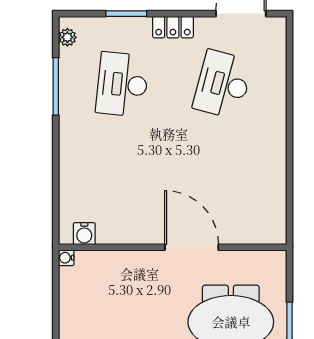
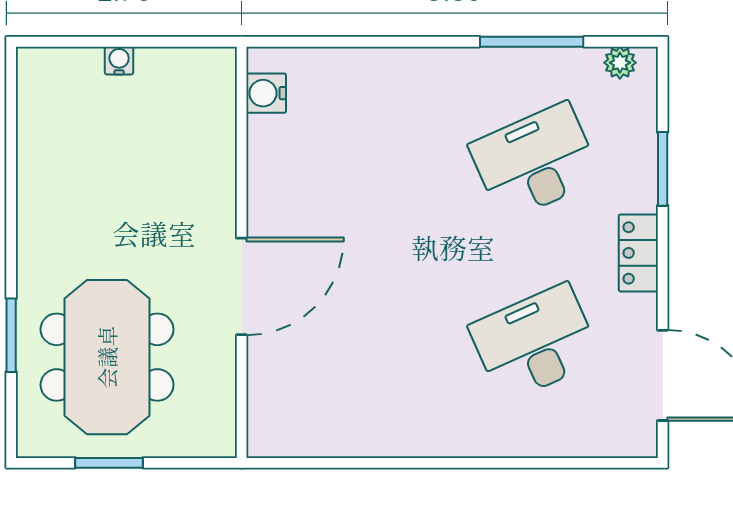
desk: (122, 84) -> (535, 162), turned -30
desk: (223, 84) -> (535, 343), turned -39
water cooler: (66, 258) -> (119, 61), moved

